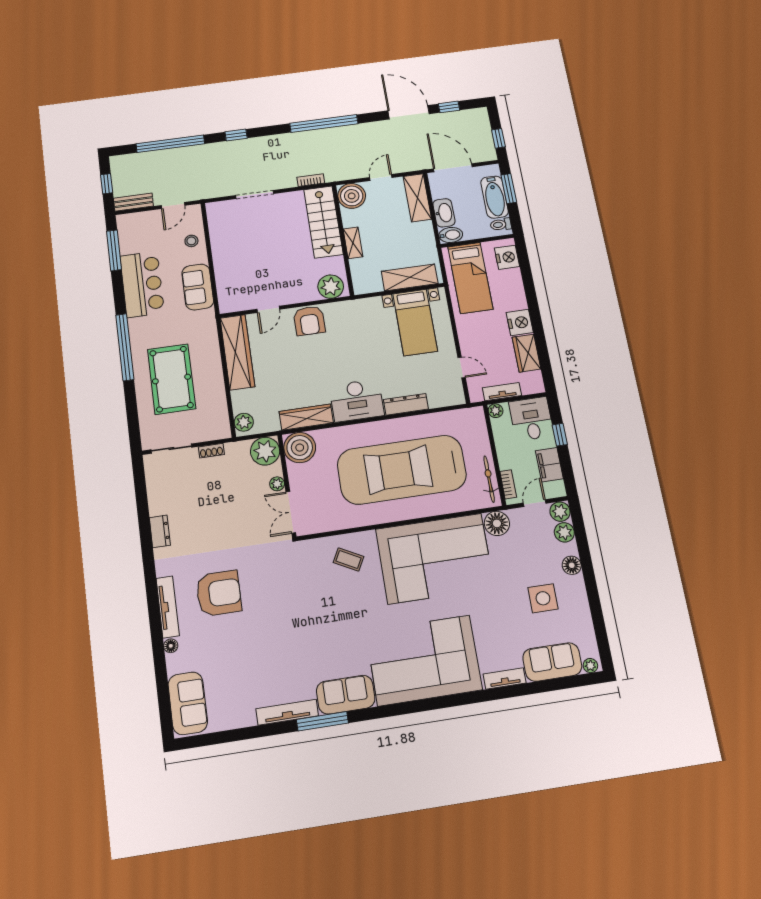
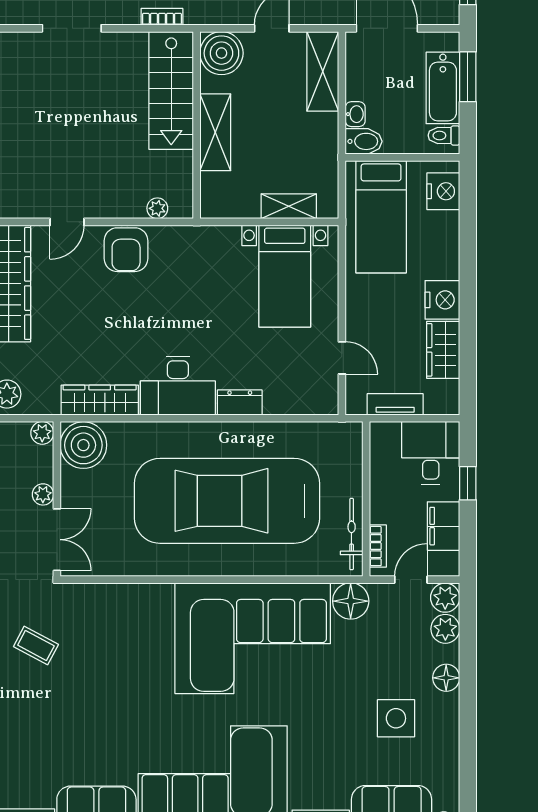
washbasin: (444, 213) -> (355, 114), width x0.52, depth x0.69
shelving: (353, 243) -> (215, 132), width x1.50, depth x1.33
shelving: (410, 277) -> (289, 206), width x0.67, depth x0.75
plant: (331, 287) -> (157, 208), width x0.53, depth x0.53
dresser: (406, 404) -> (240, 402), width x0.70
plant: (496, 411) -> (380, 432), removed
plant: (265, 451) -> (42, 433), width x0.53, depth x0.53
double door: (291, 512) -> (57, 540), swing flipped
coffee table: (348, 559) -> (36, 645), moved

